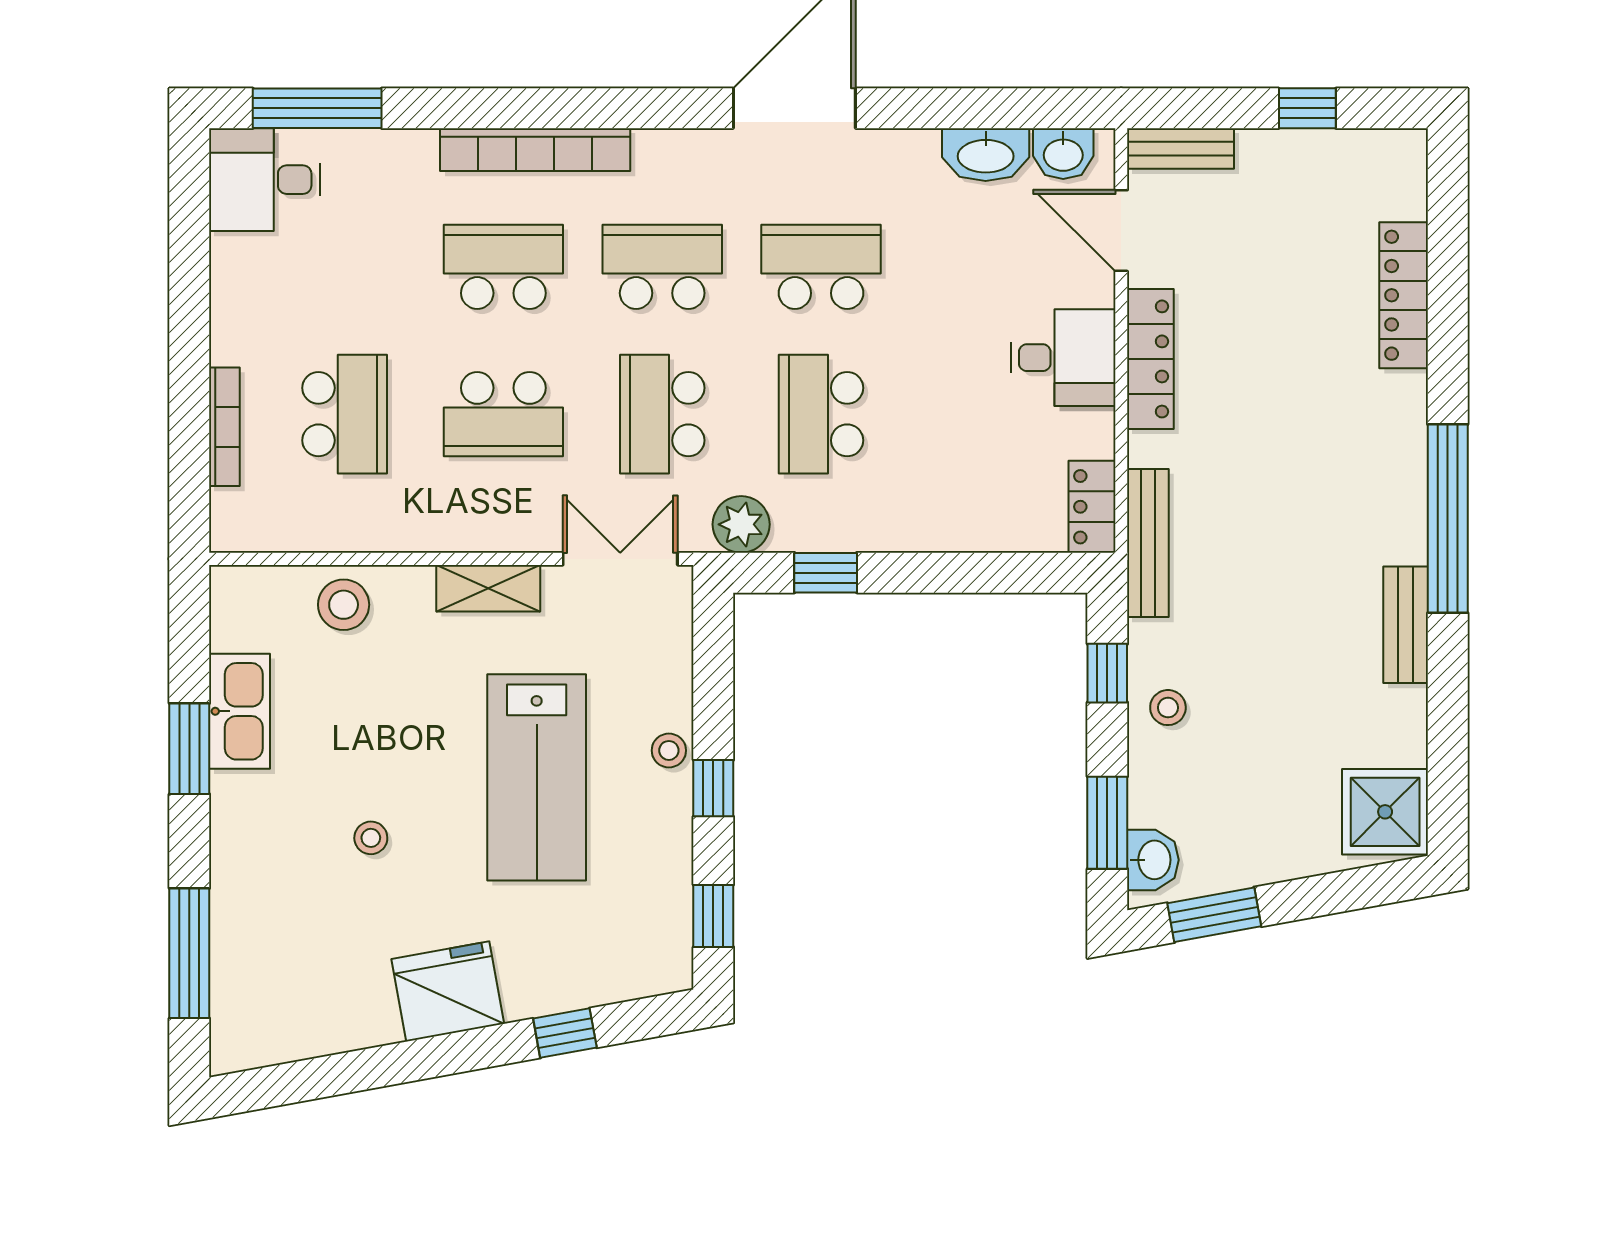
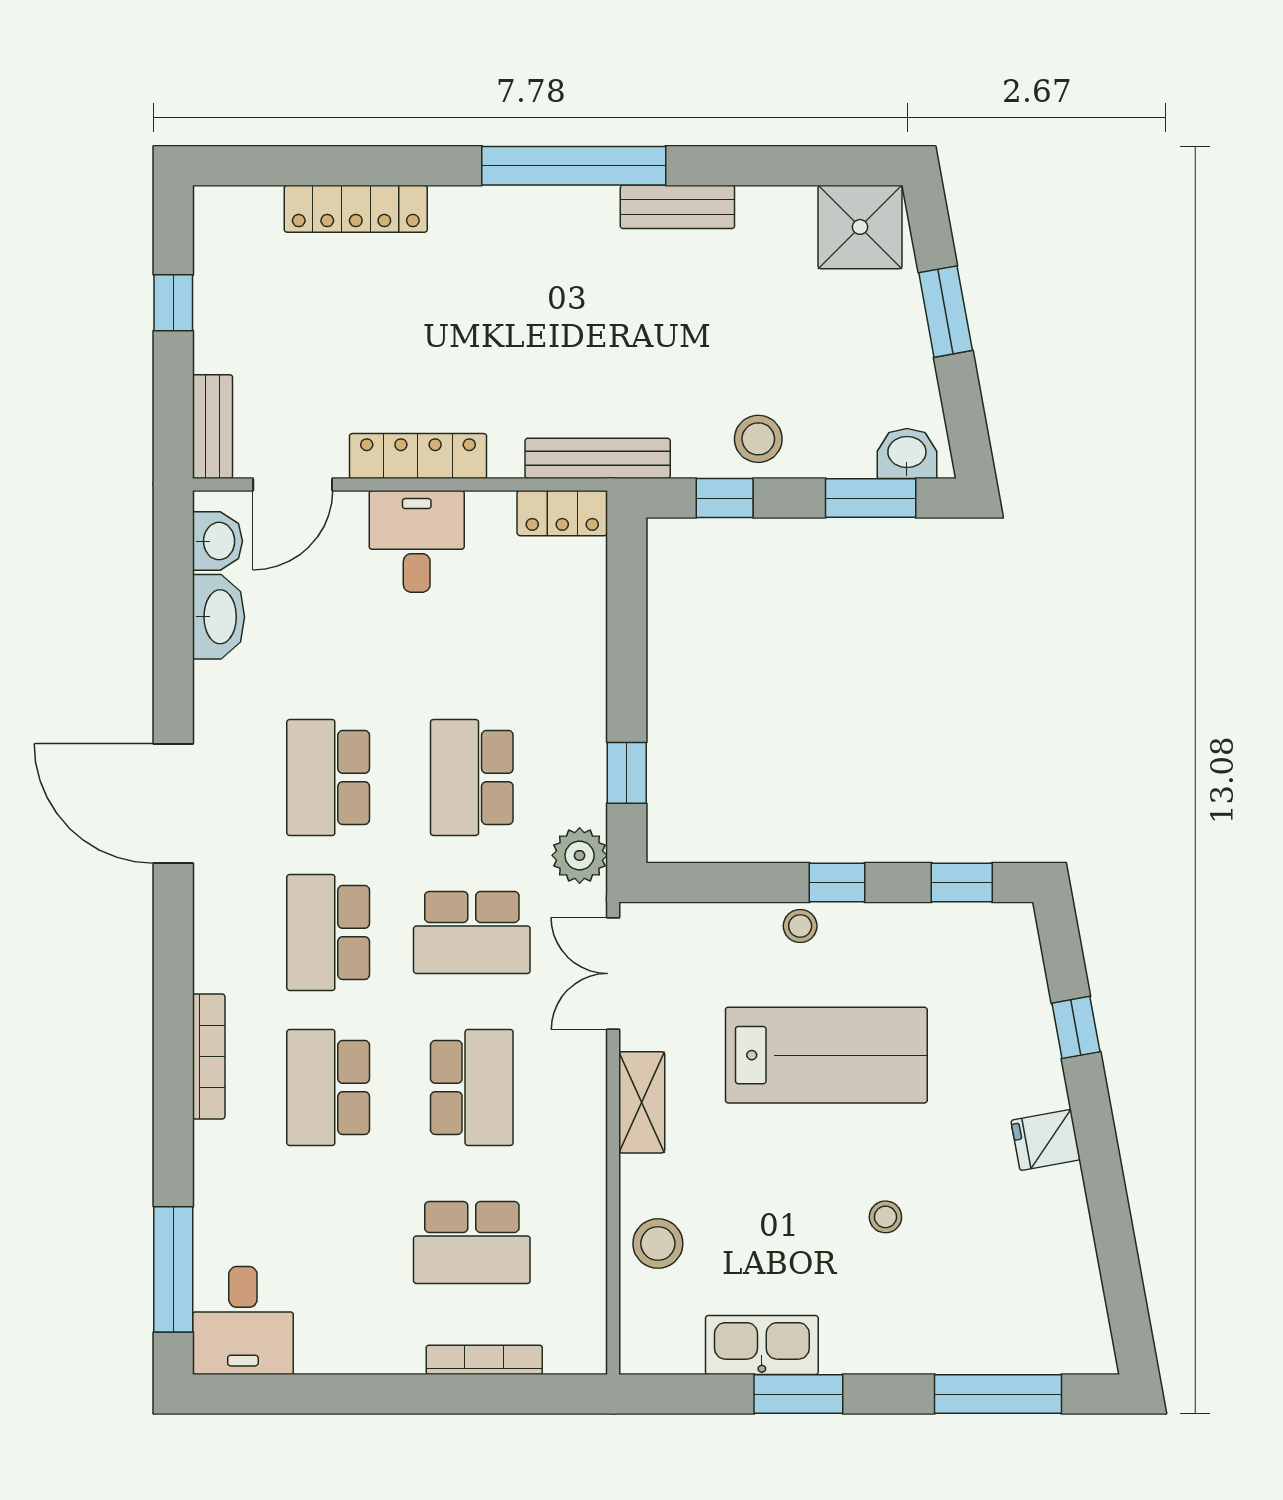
bookcase: (535, 150) -> (209, 1057), width x0.68, depth x0.76
school desk: (345, 414) -> (472, 1242), turned 180
school desk: (821, 414) -> (472, 777), turned 90
stool: (1168, 708) -> (758, 439), width x1.37, depth x1.37
window: (1214, 915) -> (946, 312), moved
fridge: (448, 991) -> (1046, 1140), width x0.53, depth x0.75

